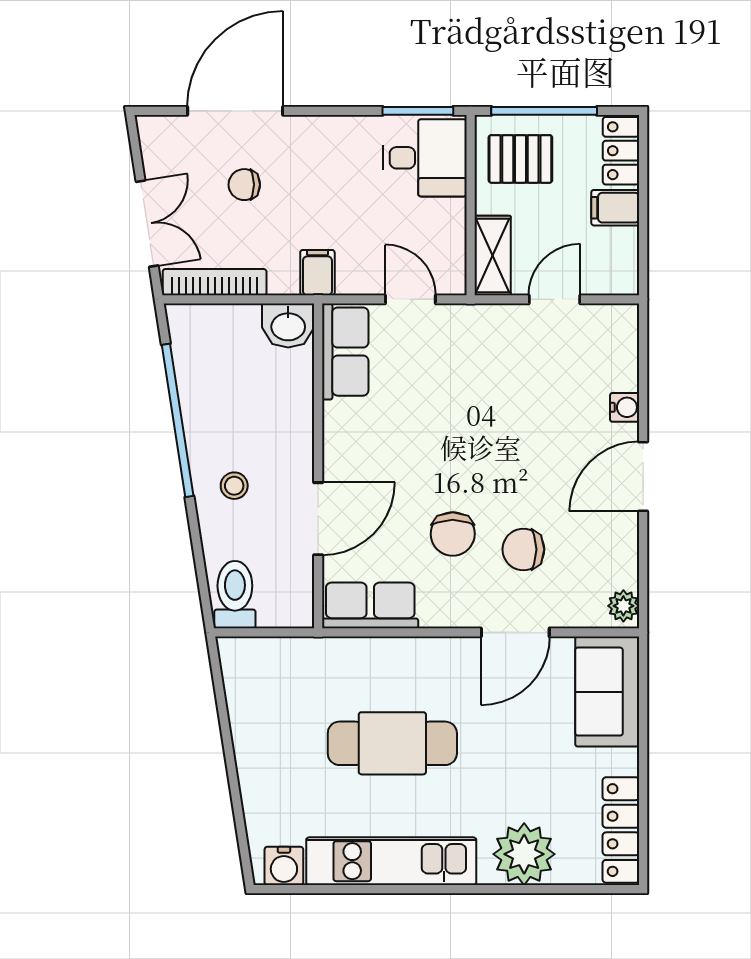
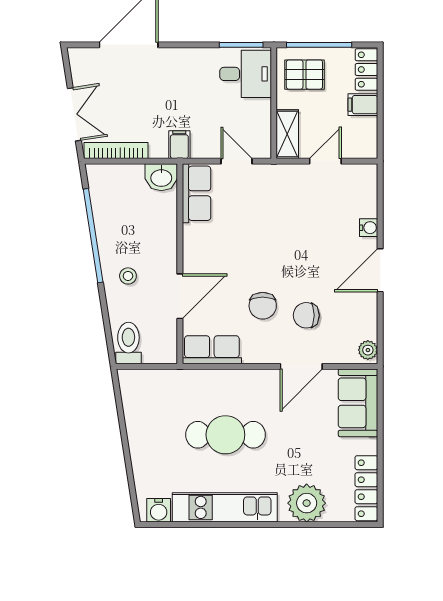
chair: (244, 185) -> (134, 90), removed

